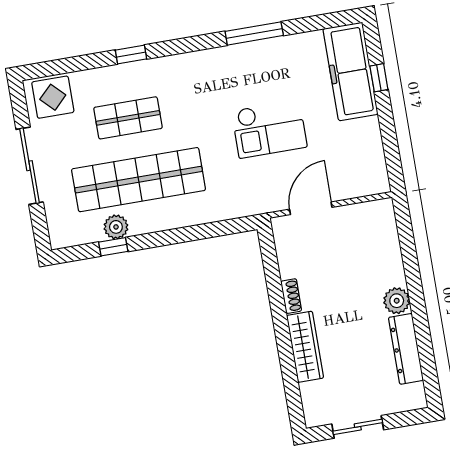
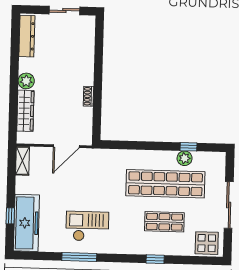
checkout: (269, 129) -> (87, 226), moved
shelving: (377, 171) -> (22, 161), added
wardrobe: (305, 347) -> (25, 111), moved, turned 180
dresser: (406, 349) -> (27, 36), moved

